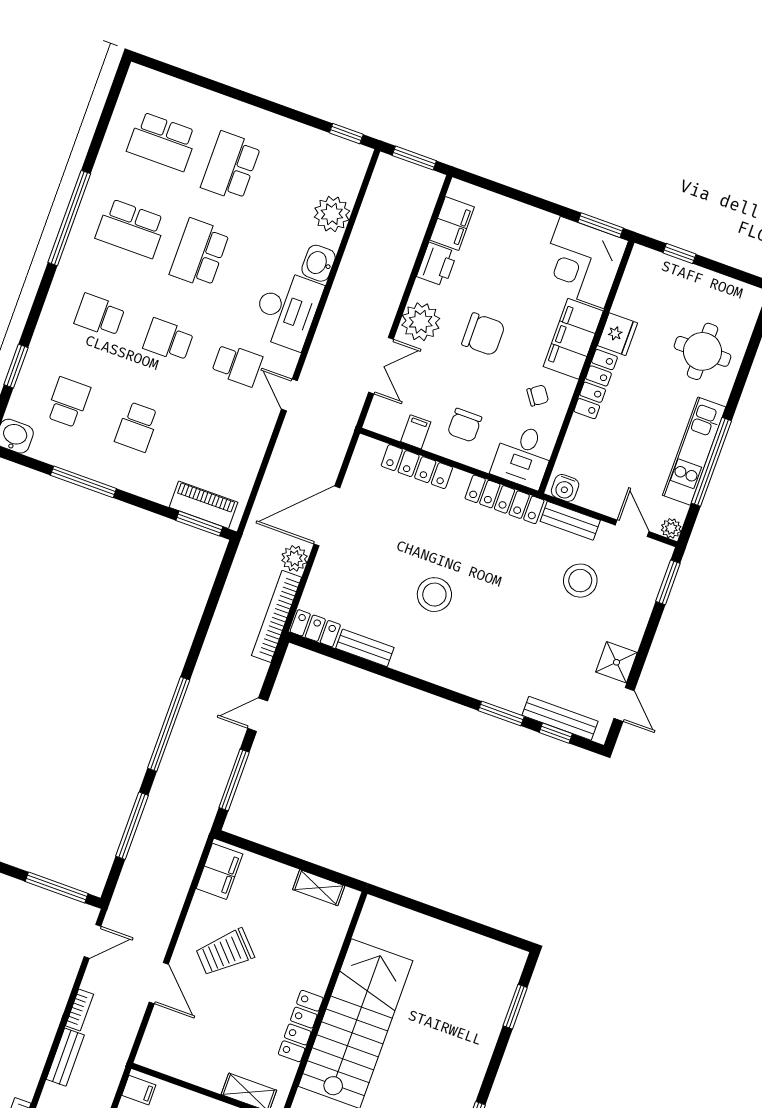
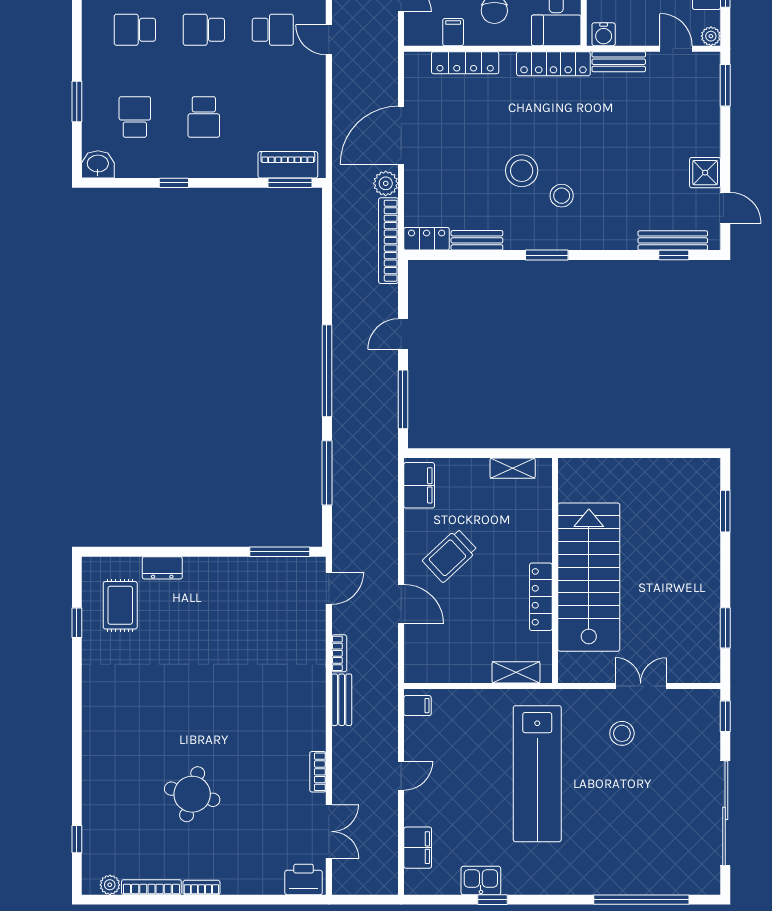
window: (83, 482) -> (174, 183), width x0.46
stool: (580, 581) -> (562, 196), moved, width x0.73, depth x0.73
window: (501, 713) -> (547, 255), moved

